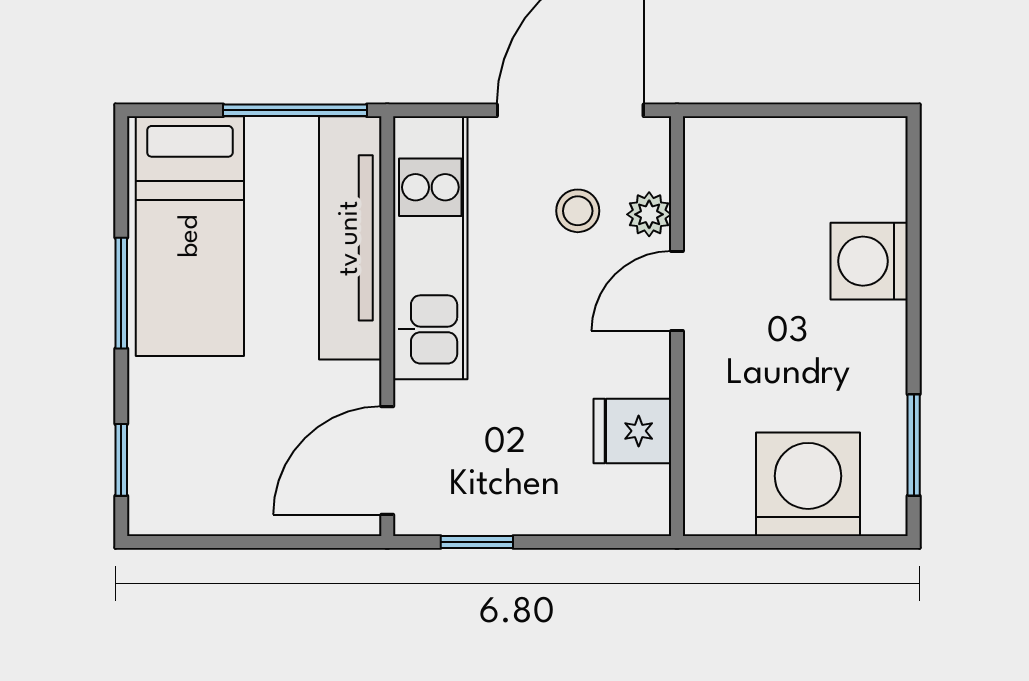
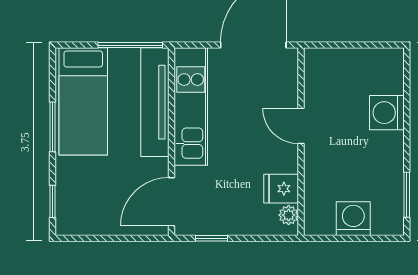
stool: (578, 211) -> (257, 90), removed
plant: (649, 214) -> (289, 215), moved
door: (677, 291) -> (301, 126), hinge flipped
washing machine: (808, 484) -> (353, 219), width x0.73, depth x0.73

